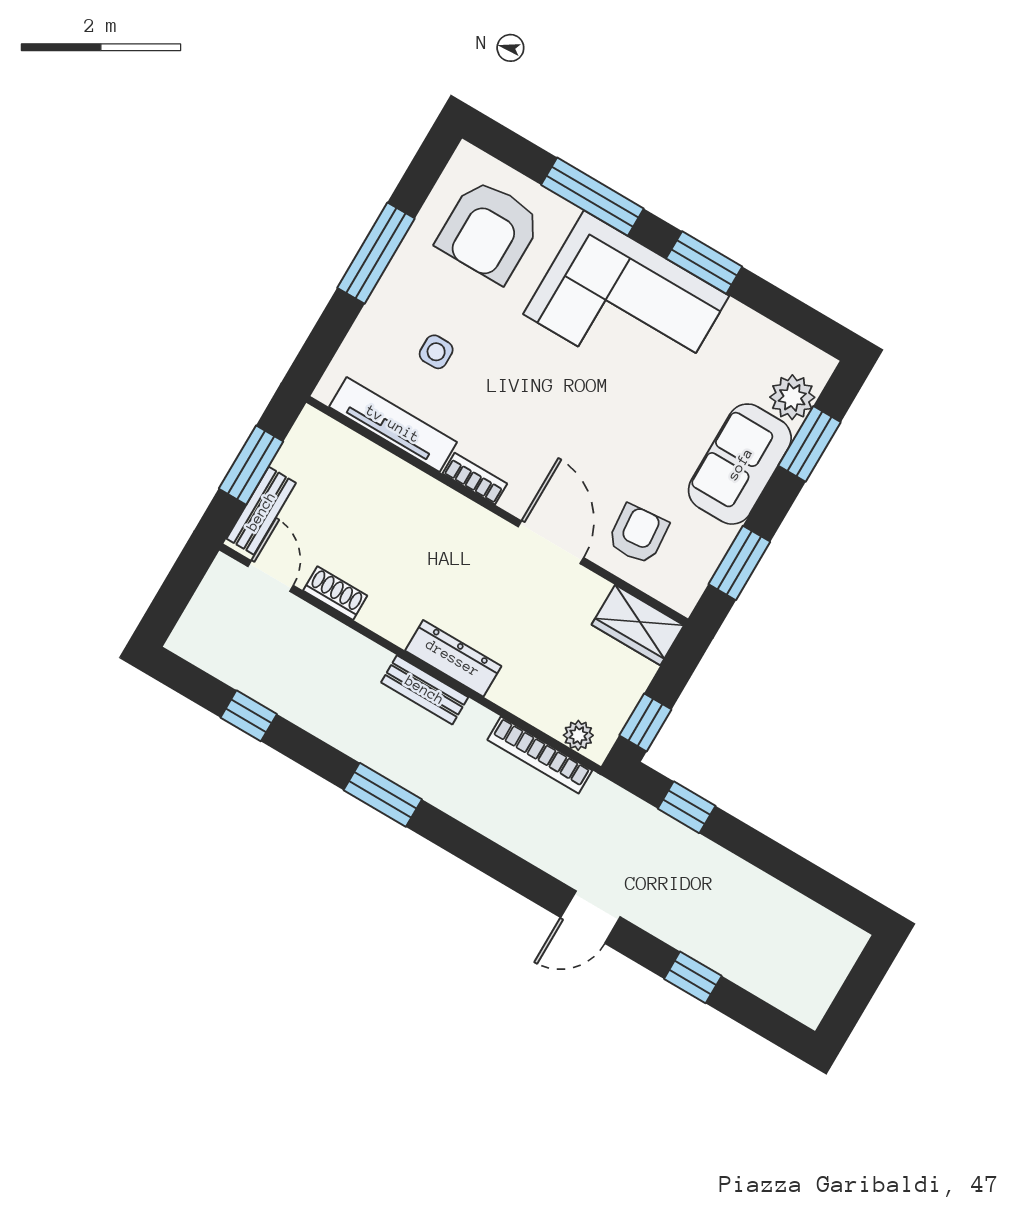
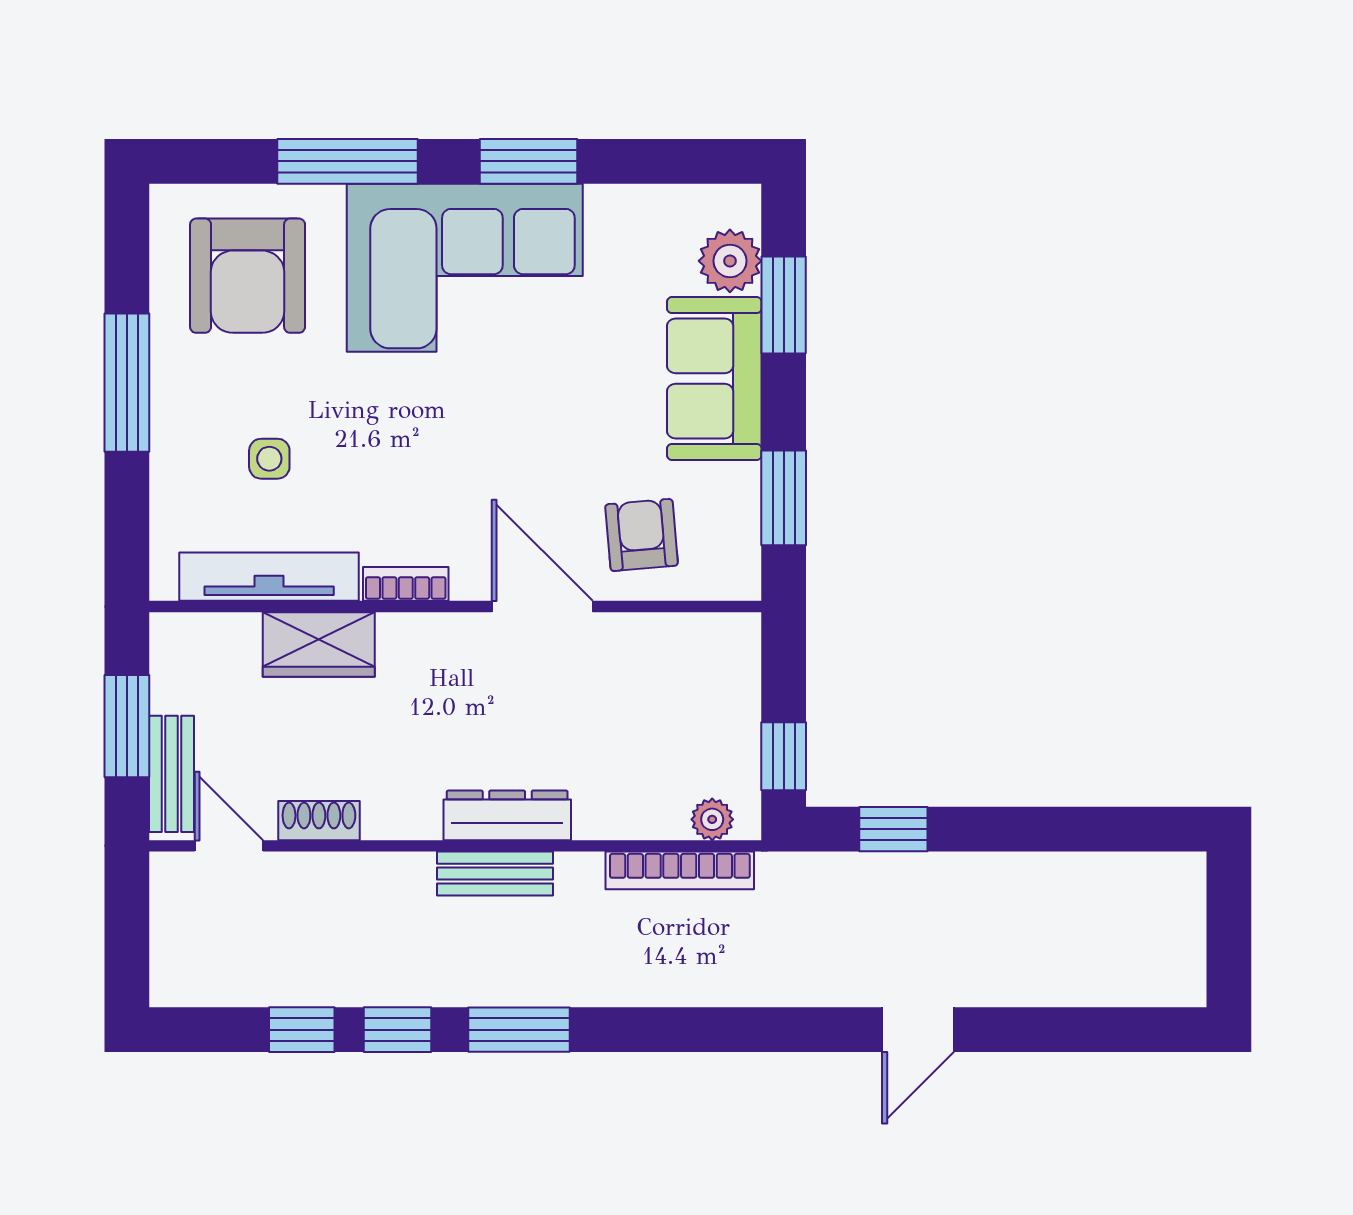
wardrobe: (638, 625) -> (319, 645), moved
door: (590, 917) -> (918, 1030), moved
window: (693, 977) -> (397, 1030), moved

